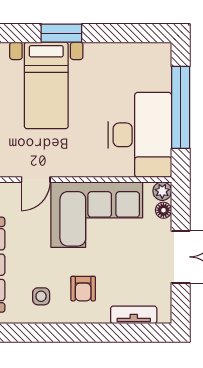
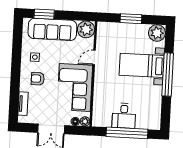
window: (61, 33) -> (168, 74), width x2.11
desk: (140, 135) -> (124, 116), width x0.53, depth x0.77
door: (36, 180) -> (94, 58), hinge flipped

